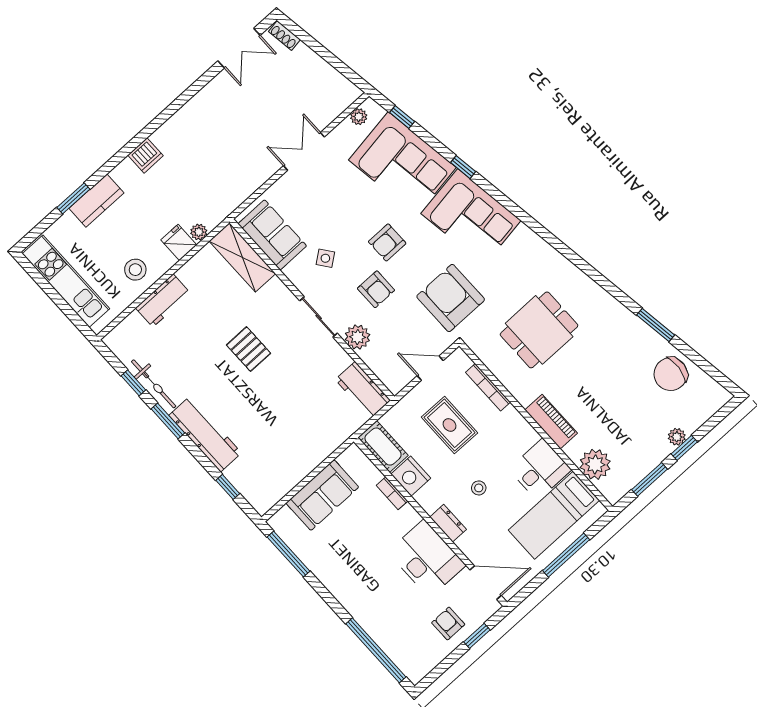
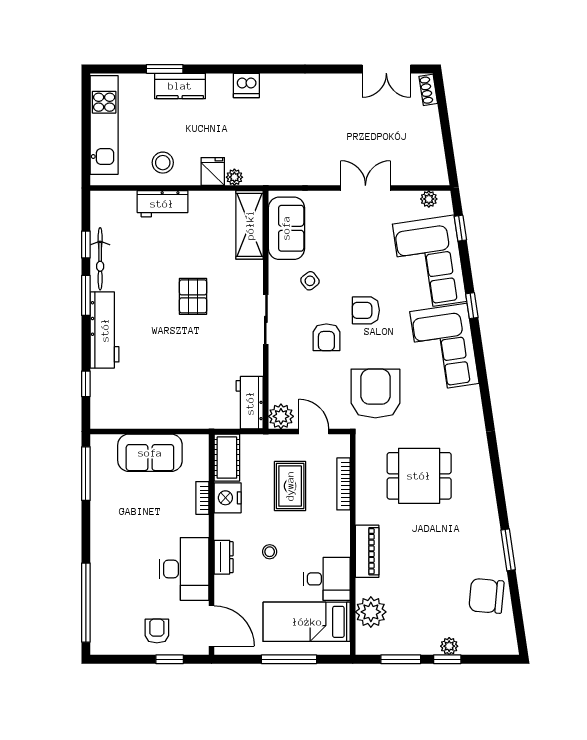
plant: (357, 337) -> (281, 416), moved

